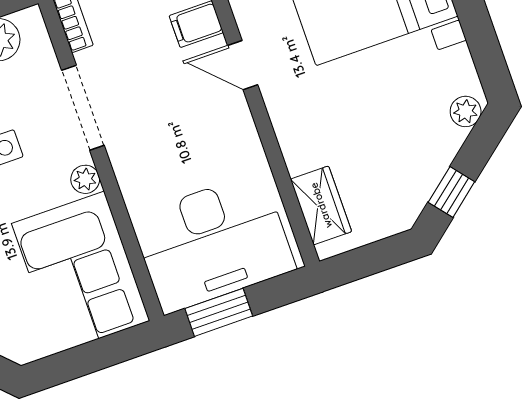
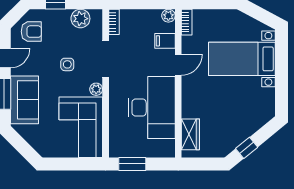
door: (243, 65) -> (178, 65), swing flipped
plant: (466, 111) -> (264, 116), removed
desk: (213, 243) -> (152, 108), moved, turned -90

